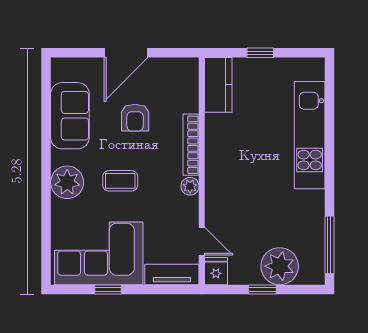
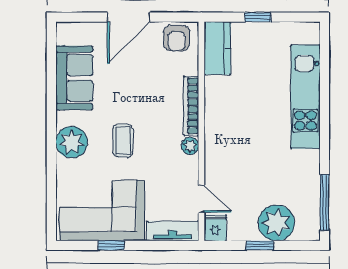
armchair: (135, 118) -> (177, 38), moved
coffee table: (120, 181) -> (123, 141), turned 90

